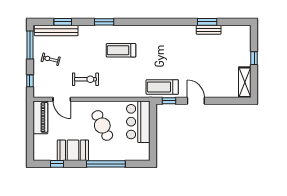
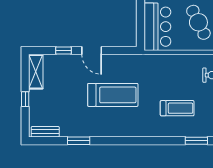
bench: (209, 30) -> (45, 132), moved
treadmill: (162, 87) -> (113, 95), moved, width x1.37, depth x1.38
window: (169, 101) -> (64, 51), moved

